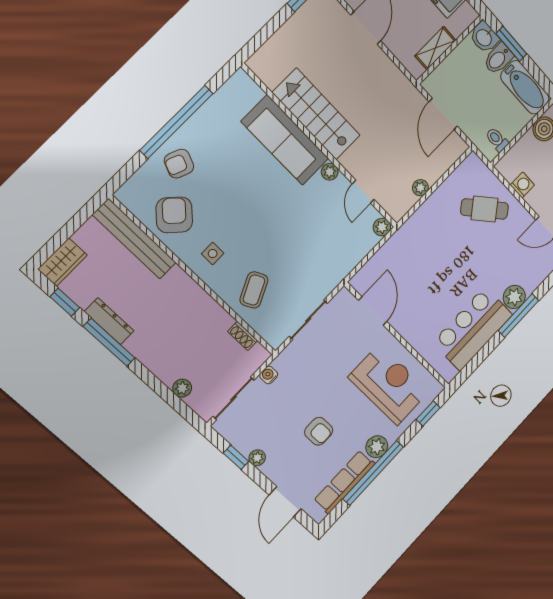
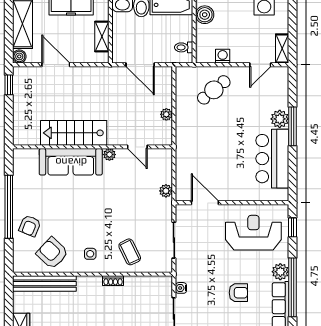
plant: (382, 227) -> (166, 191), moved
shoe rack: (243, 336) -> (113, 281), moved

